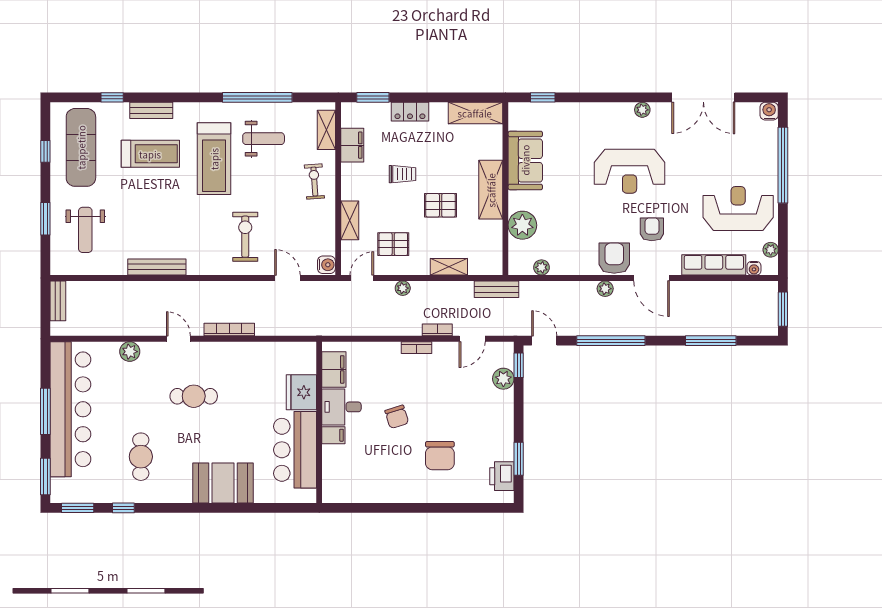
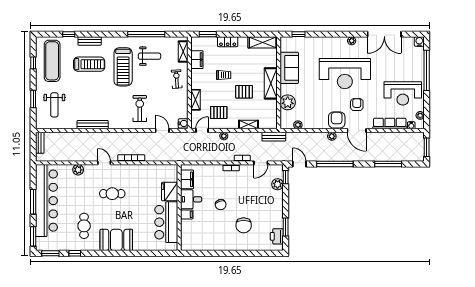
reception desk: (630, 171) -> (345, 74), width x1.36, depth x1.30
reception desk: (738, 209) -> (403, 93), turned 180
booth: (223, 483) -> (116, 240), moved

